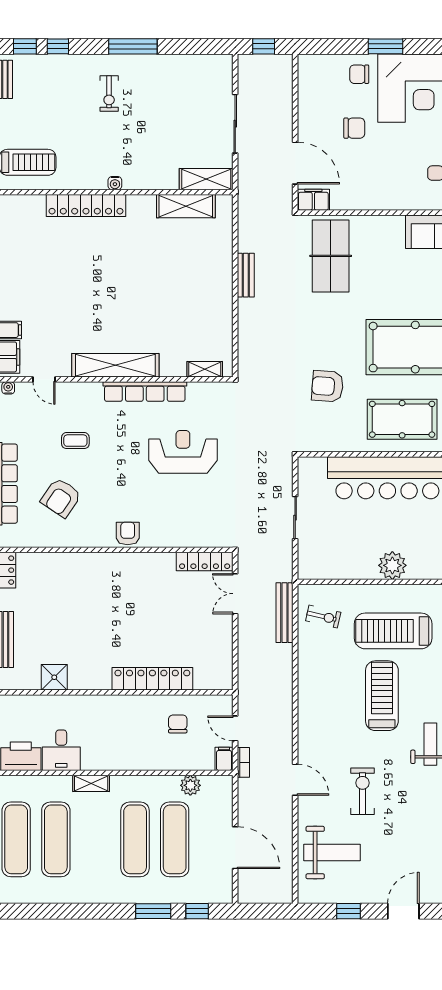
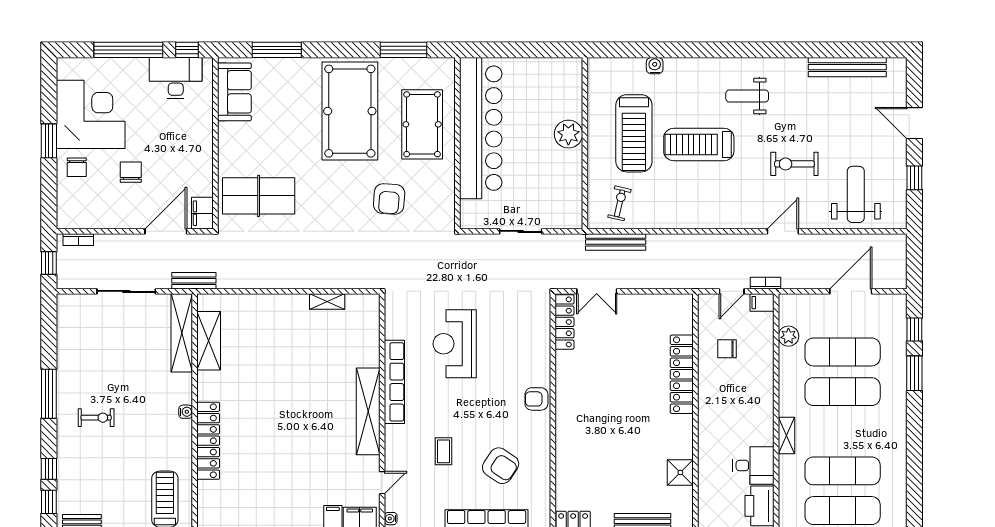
bookcase: (287, 76) -> (78, 240), added
shelving: (206, 179) -> (182, 333), width x1.47
bench: (246, 275) -> (194, 281), moved
shelving: (205, 369) -> (327, 302), moved, turned 90

